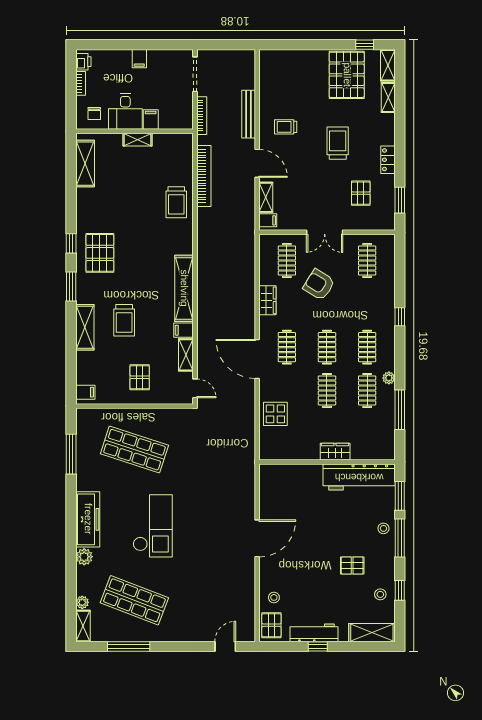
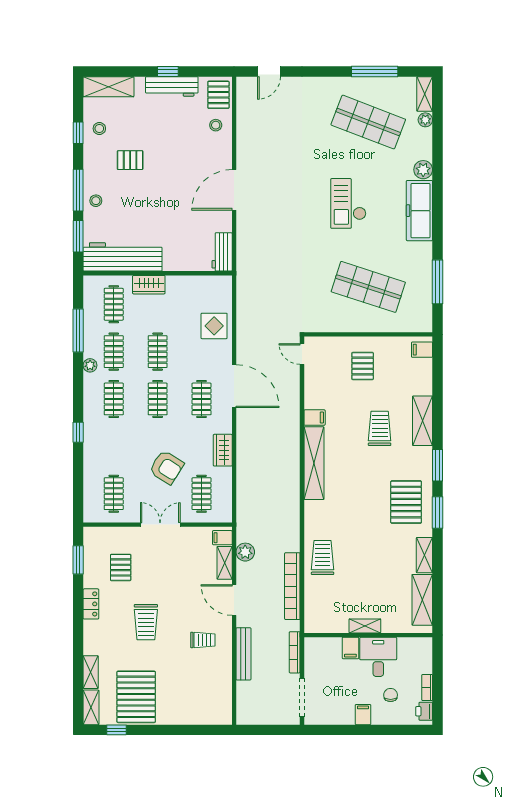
chair: (94, 114) -> (391, 695), moved
plant: (247, 207) -> (245, 552), added
window: (71, 243) -> (438, 512), width x1.50
shelving: (186, 355) -> (424, 555), moved
clothes rail: (367, 434) -> (114, 304), added
workbench: (268, 482) -> (222, 252), added
checkout: (153, 526) -> (348, 203), width x0.73, depth x0.83

